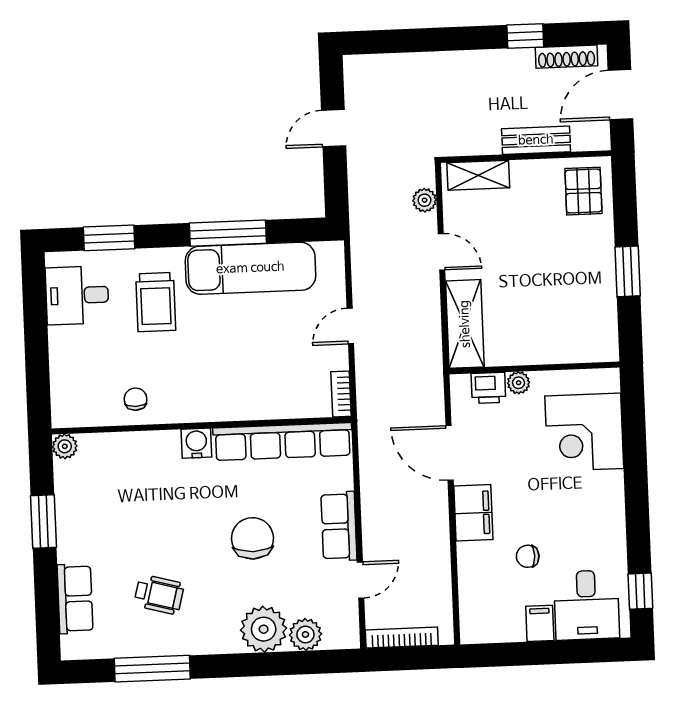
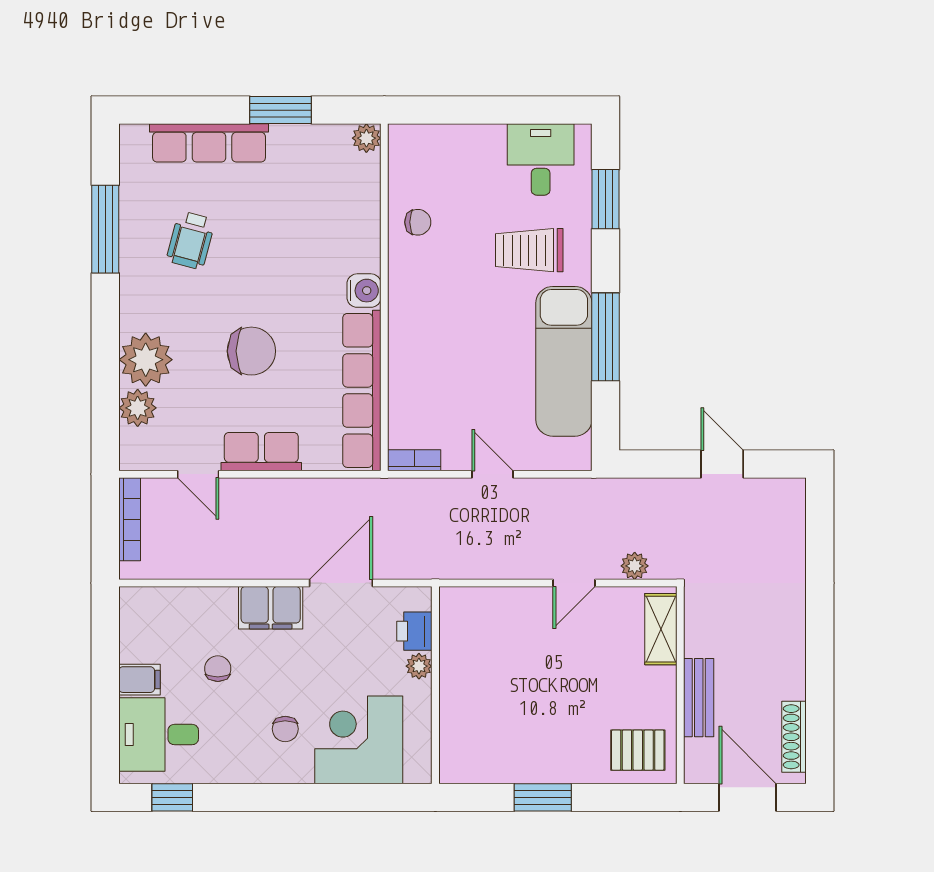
window: (525, 36) -> (820, 690), removed
shelving: (465, 324) -> (489, 607), removed
chair: (577, 496) -> (285, 729), added
row of seats: (75, 599) -> (209, 143), width x1.48

